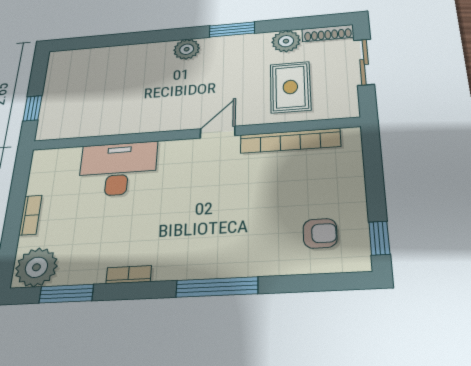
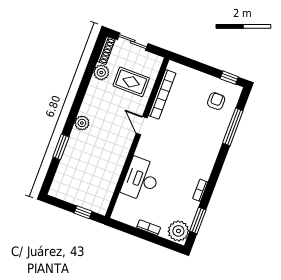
window: (232, 29) -> (61, 147), moved
window: (217, 287) -> (233, 127), moved

